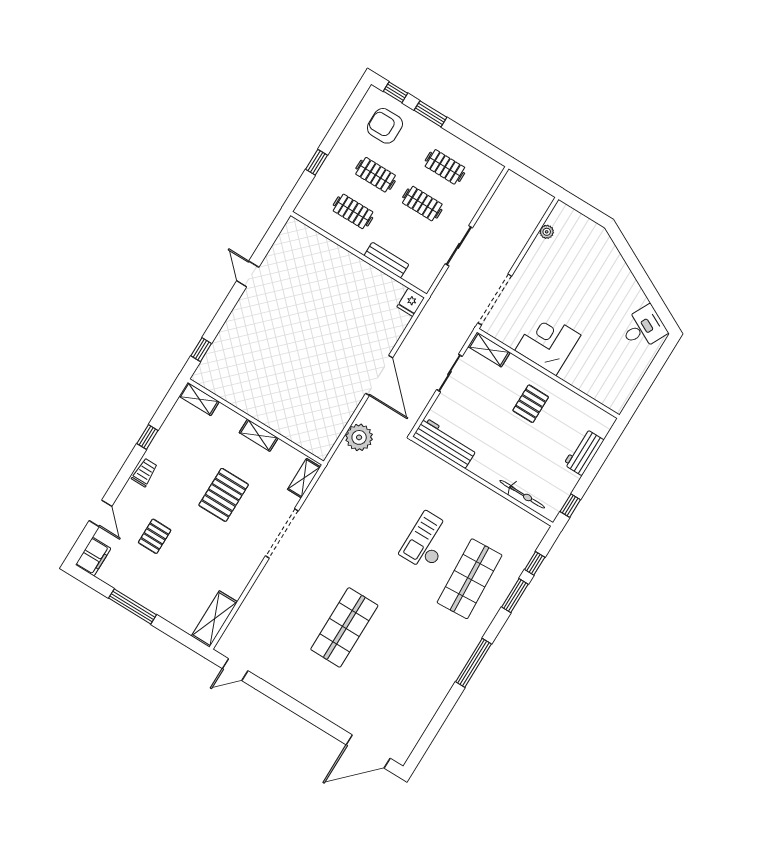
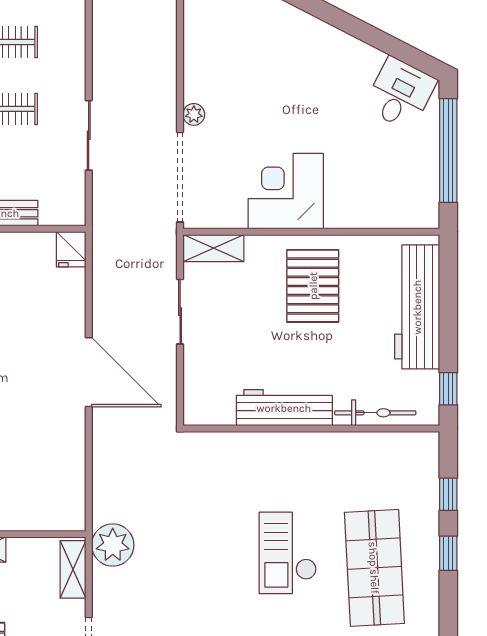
plant: (547, 232) -> (194, 114), moved
window: (650, 375) -> (448, 151), added
pallet: (531, 404) -> (313, 286), width x1.50, depth x1.42
plant: (359, 437) -> (113, 545), moved
workbench: (445, 443) -> (284, 408), moved
workbench: (584, 452) -> (417, 307), width x1.88, depth x1.32
window: (515, 596) -> (448, 553), width x0.67

